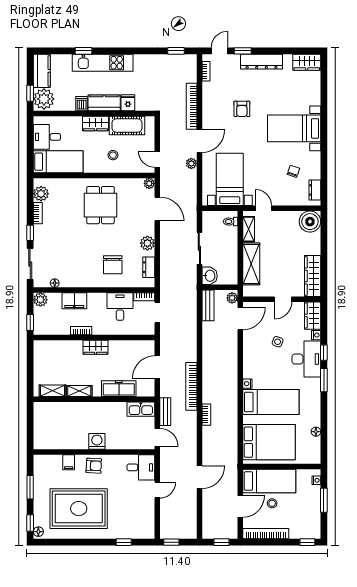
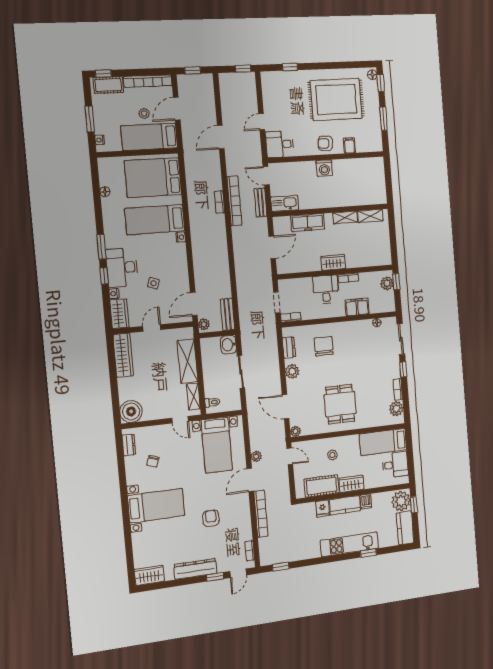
plant: (40, 300) -> (387, 283), moved
desk: (120, 307) -> (326, 290), moved, turned 180
bookcase: (191, 386) -> (234, 201), moved
cot: (304, 531) -> (108, 85), added

